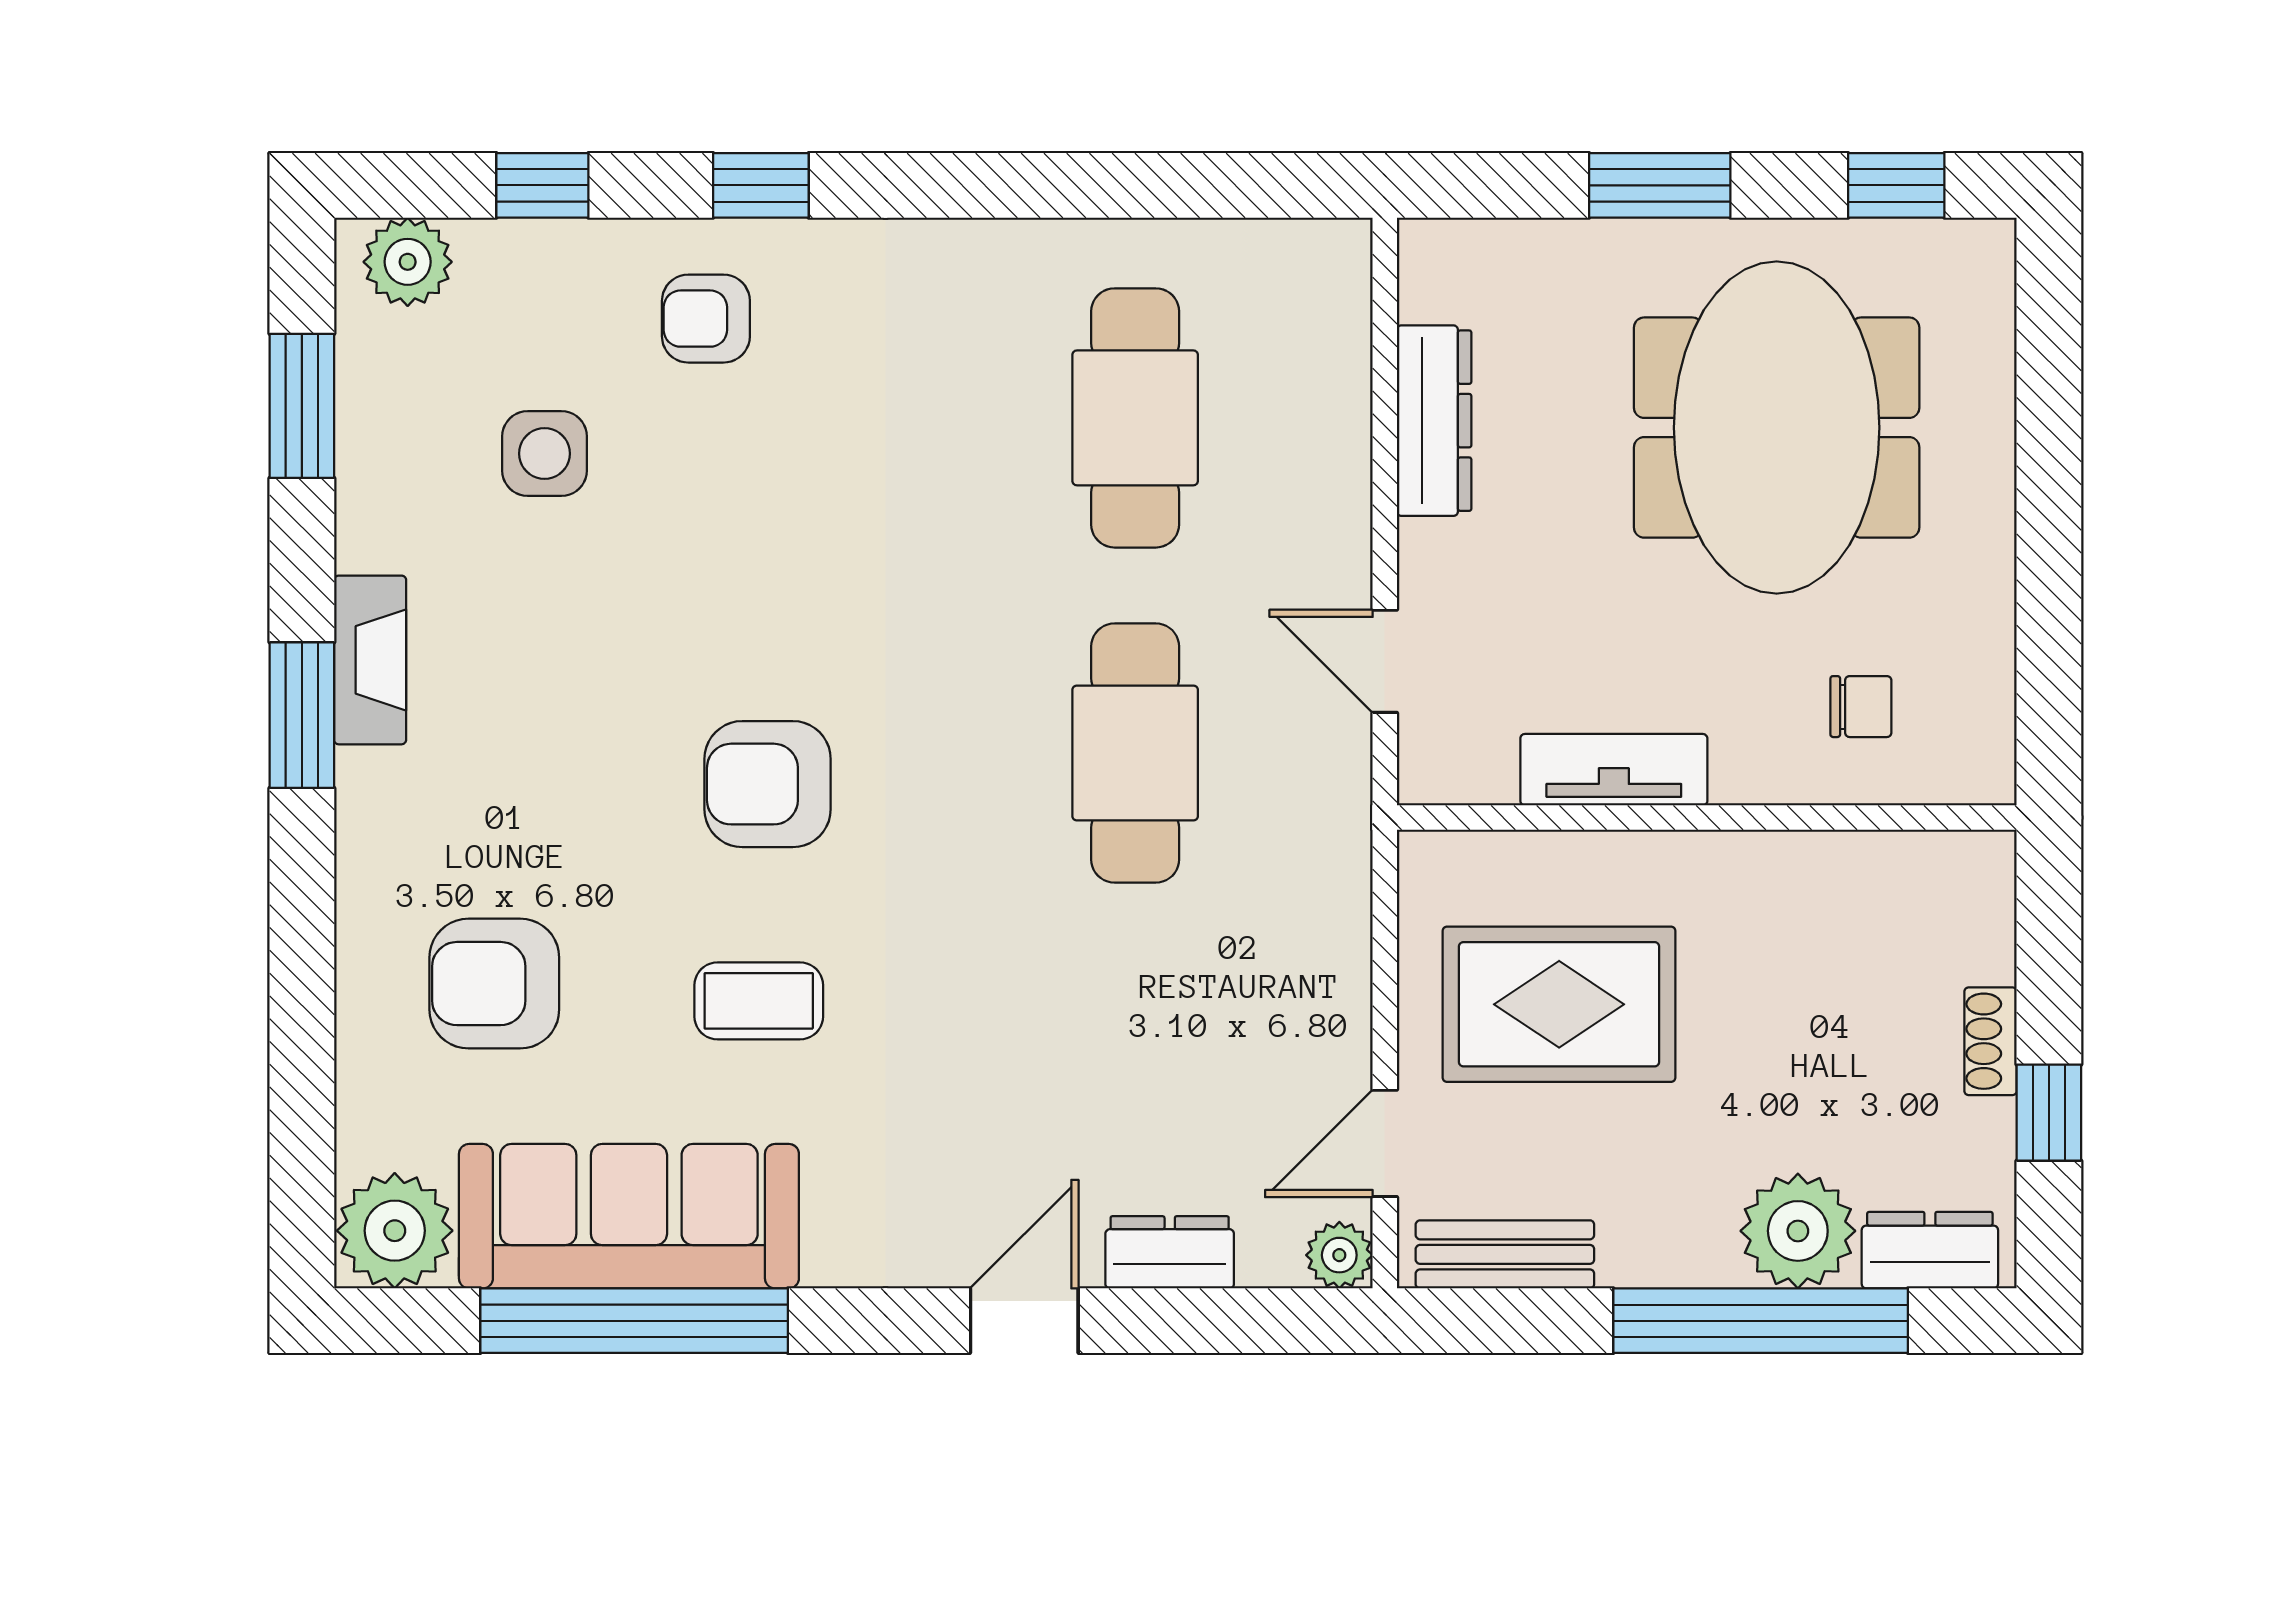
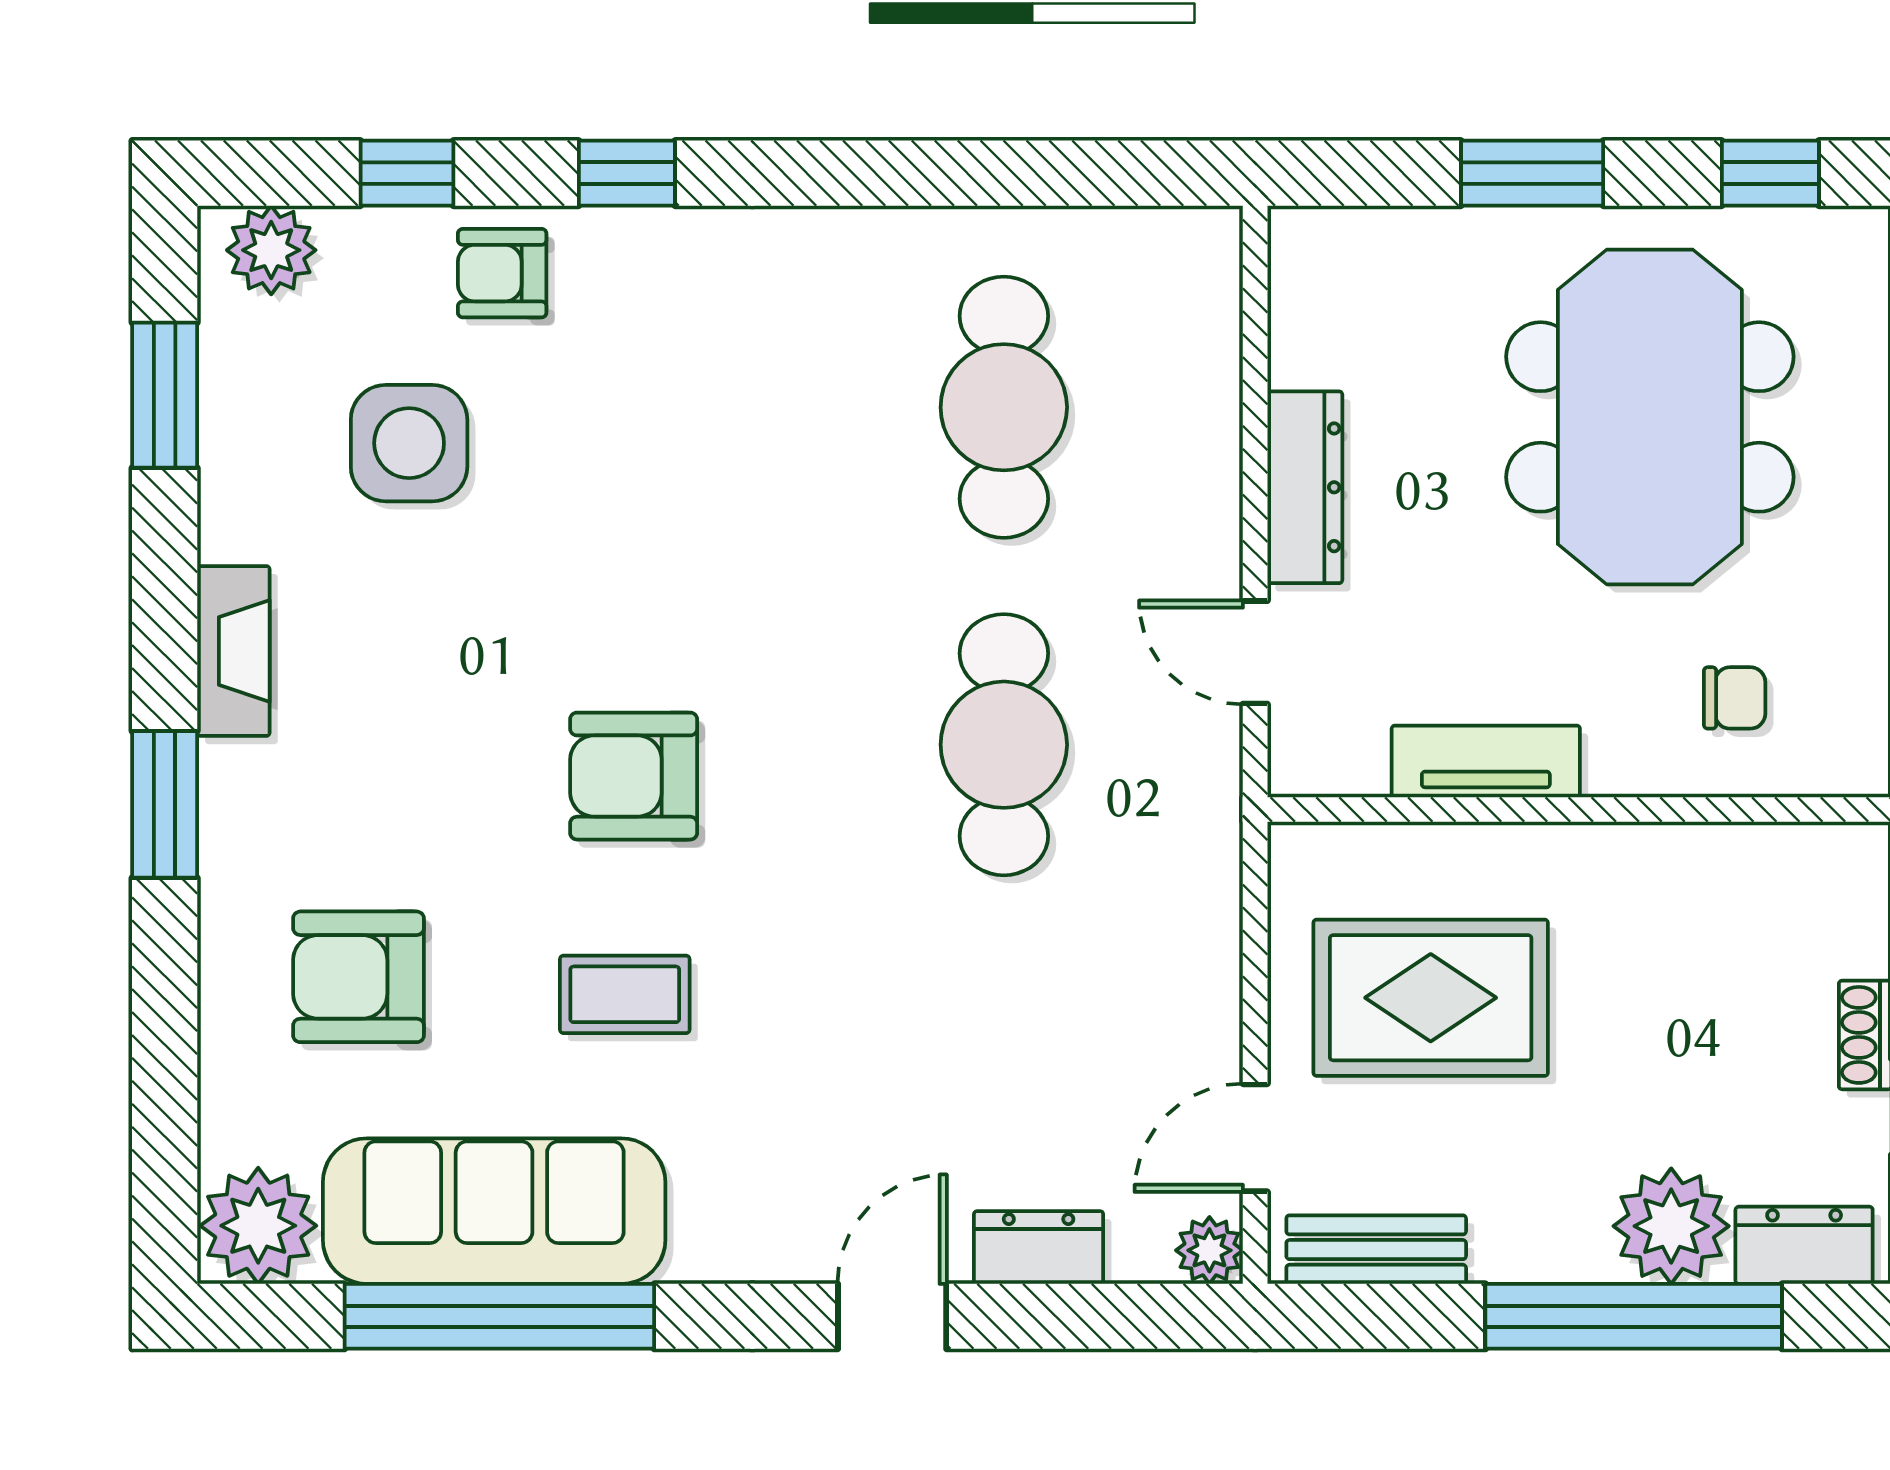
armchair: (706, 319) -> (502, 273), moved
dresser: (1434, 421) -> (1305, 487), moved
side table: (545, 454) -> (409, 443), width x1.37, depth x1.37
window: (302, 715) -> (165, 804), moved

